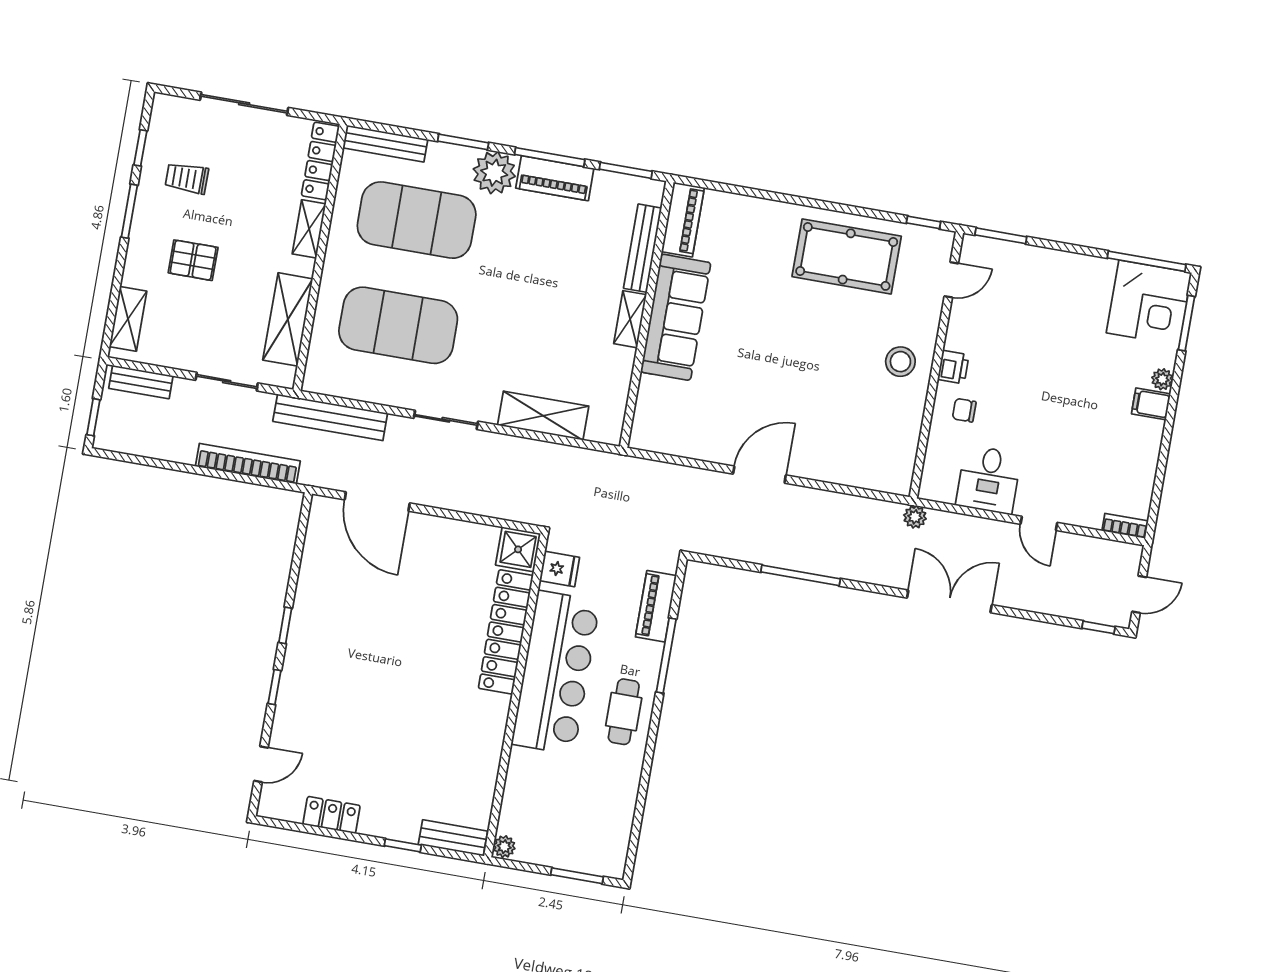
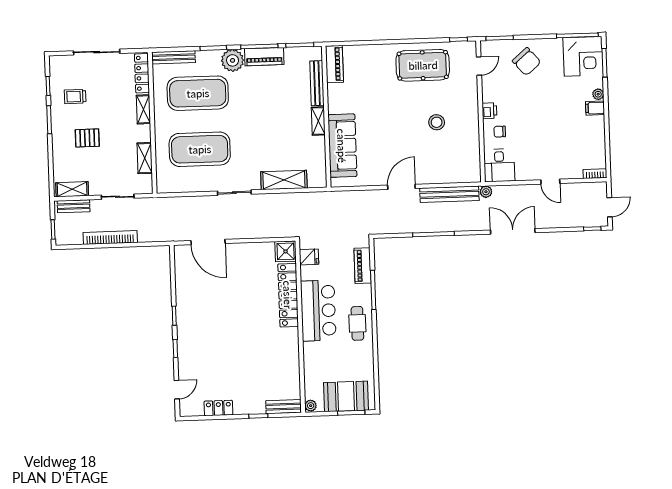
chair: (1042, 290) -> (527, 62), added
sofa: (676, 317) -> (342, 146), moved
shelving: (128, 319) -> (72, 189), moved, turned 90
shelving: (288, 319) -> (145, 158), width x0.67, depth x0.75
stool: (900, 362) -> (437, 122), moved
bench: (330, 417) -> (449, 194), moved
bookcase: (248, 464) -> (110, 238), moved
desk: (989, 480) -> (499, 165), moved
bar counter: (556, 673) -> (318, 311), width x0.73
booth: (574, 843) -> (346, 396), added

